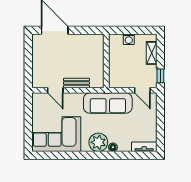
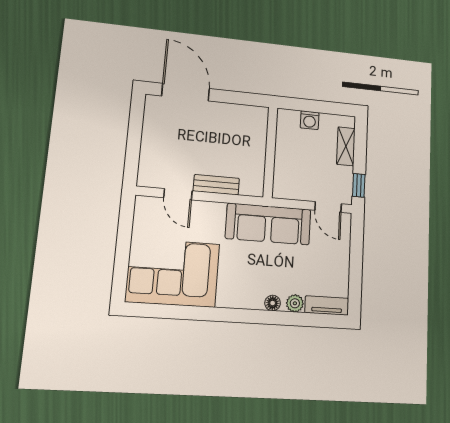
plant: (98, 142) -> (295, 303), moved, width x0.53, depth x0.53

